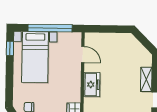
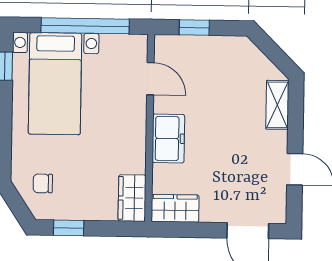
window: (105, 29) -> (194, 28), added
shelving: (146, 79) -> (277, 105), moved

